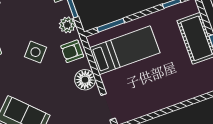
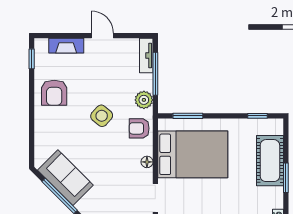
bed: (125, 50) -> (193, 154), width x1.50
floor lamp: (85, 80) -> (147, 162), width x0.53, depth x0.53

